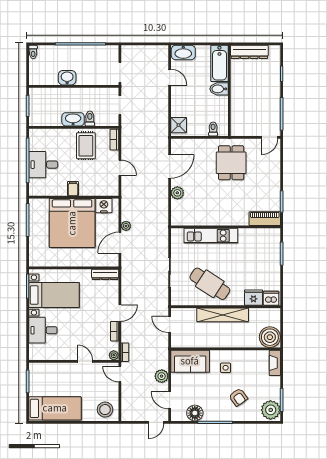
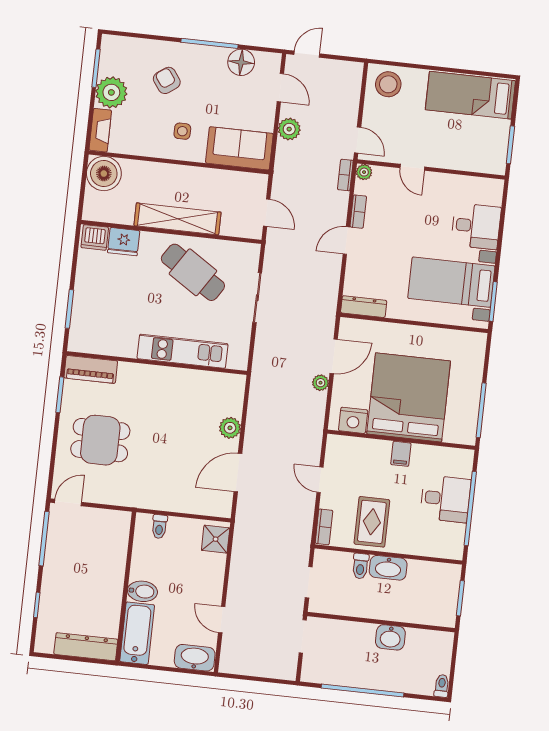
dining table: (231, 163) -> (100, 440), moved, turned 90
plant: (271, 410) -> (111, 92), moved

